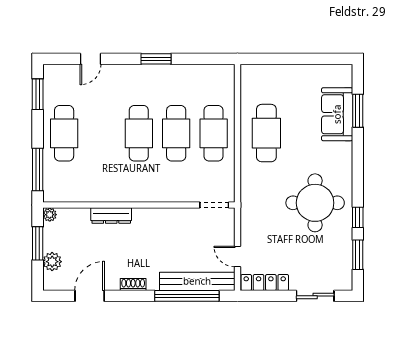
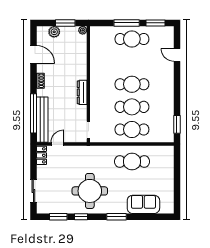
window: (156, 59) -> (177, 124), moved
window: (358, 111) -> (117, 217), moved
window: (38, 169) -> (127, 23), moved
dresser: (111, 216) -> (82, 92), moved
locker: (265, 283) -> (42, 155), width x0.66

